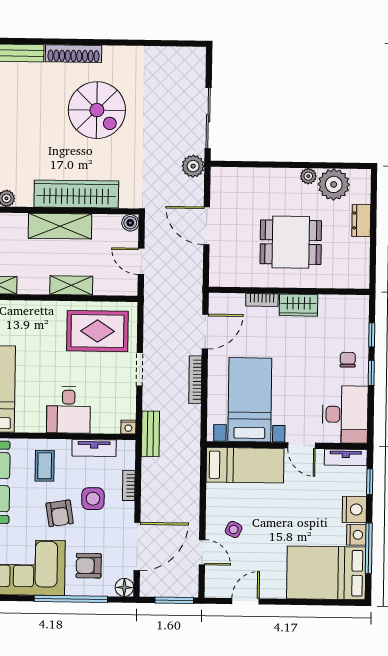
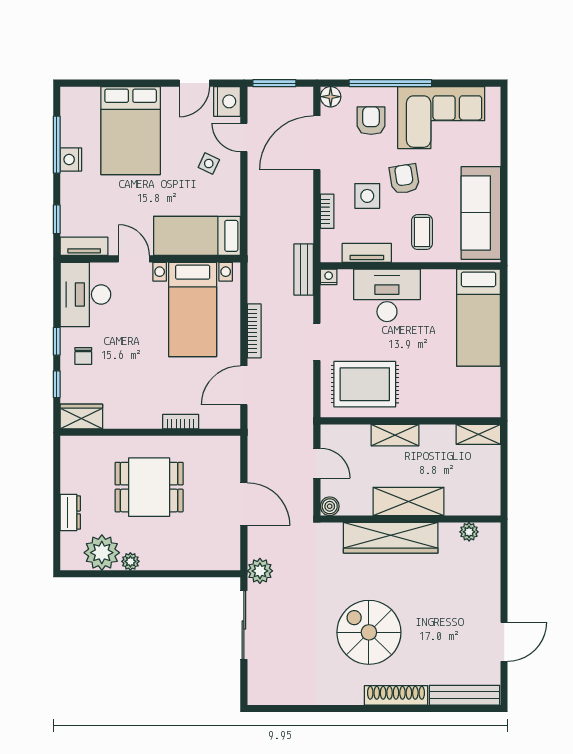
wardrobe: (298, 305) -> (81, 417), moved
desk: (69, 410) -> (387, 295), width x1.37
nightstand: (354, 509) -> (227, 101), moved, turned 180
armchair: (89, 566) -> (371, 121), turned -90
bed: (326, 573) -> (131, 131), moved, turned 90

